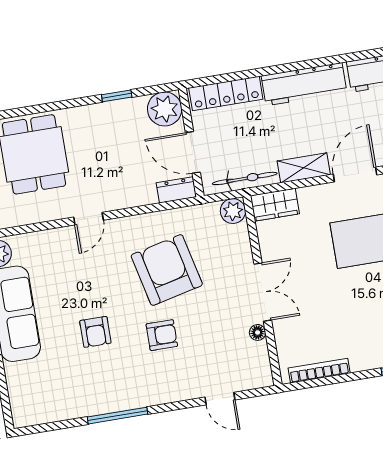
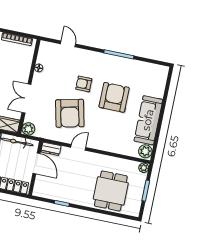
plant: (165, 109) -> (42, 189), removed
door: (88, 219) -> (78, 147), moved
double door: (263, 292) -> (26, 99), moved
armchair: (95, 332) -> (114, 97), width x1.88, depth x1.88

